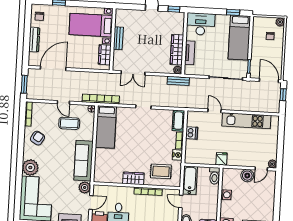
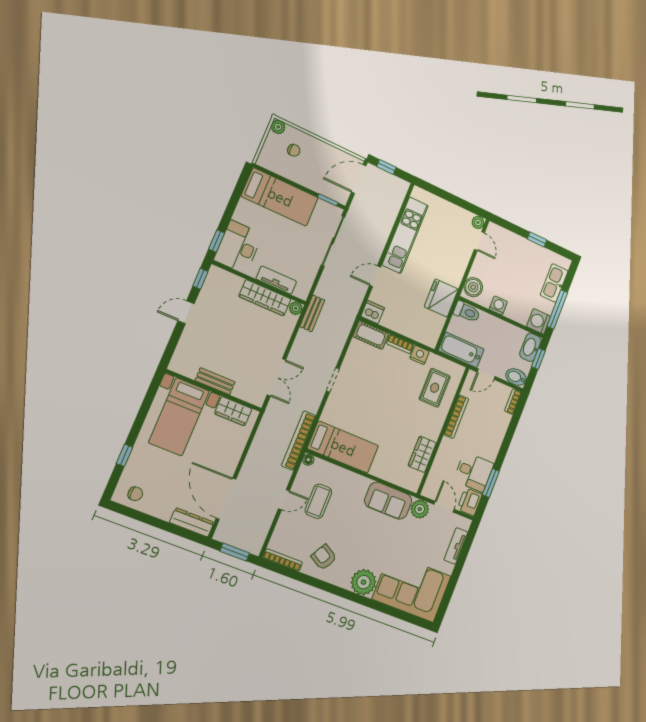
window: (233, 12) -> (217, 241), moved
dresser: (34, 40) -> (192, 522), moved
dishwasher: (192, 133) -> (373, 312), moved
fridge: (222, 159) -> (441, 298), width x1.88, depth x1.34
sofa: (84, 161) -> (388, 501), width x0.73
boiler: (247, 176) -> (473, 287), moved
wardrobe: (133, 178) -> (422, 454), moved
window: (277, 206) -> (537, 239), added

